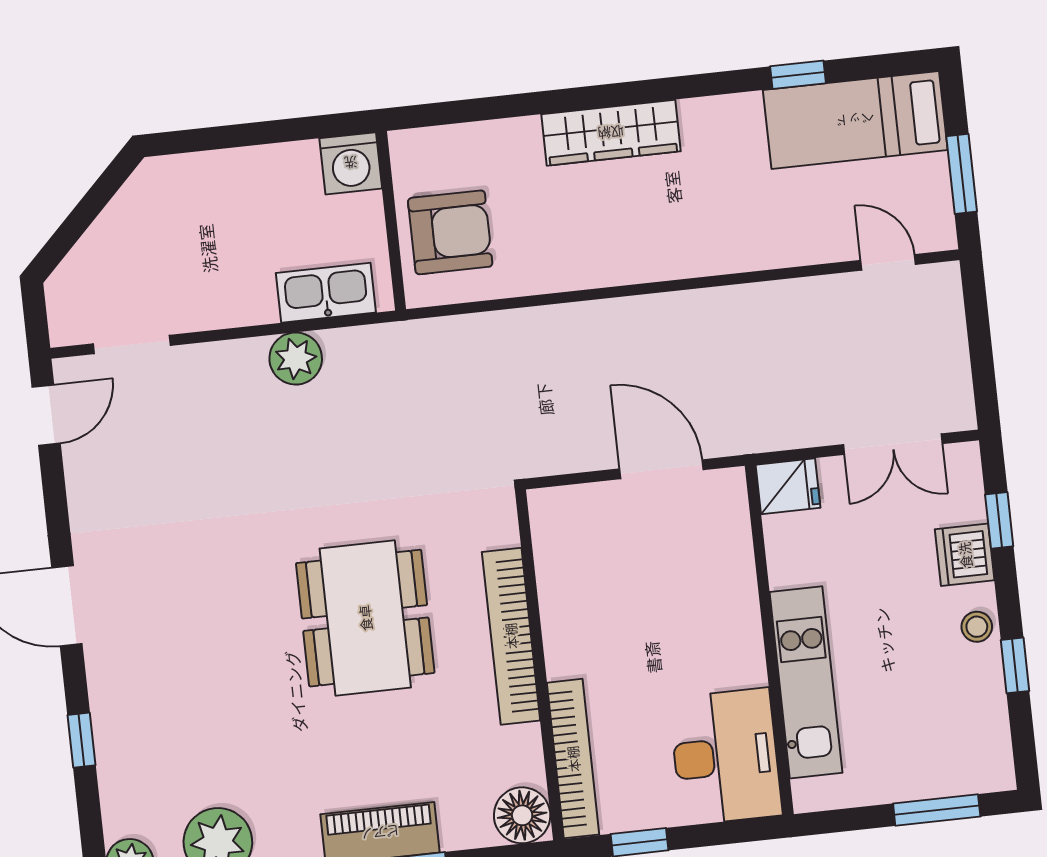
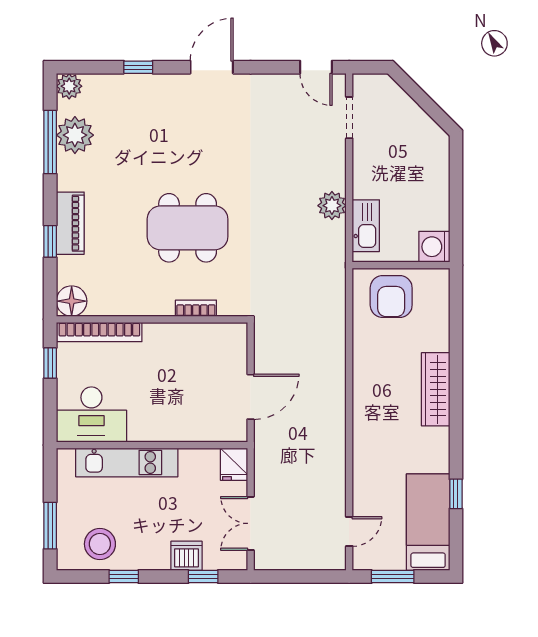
stool: (977, 627) -> (100, 544), moved, width x1.89, depth x1.89
bookcase: (511, 636) -> (196, 308), width x0.43, depth x0.76

